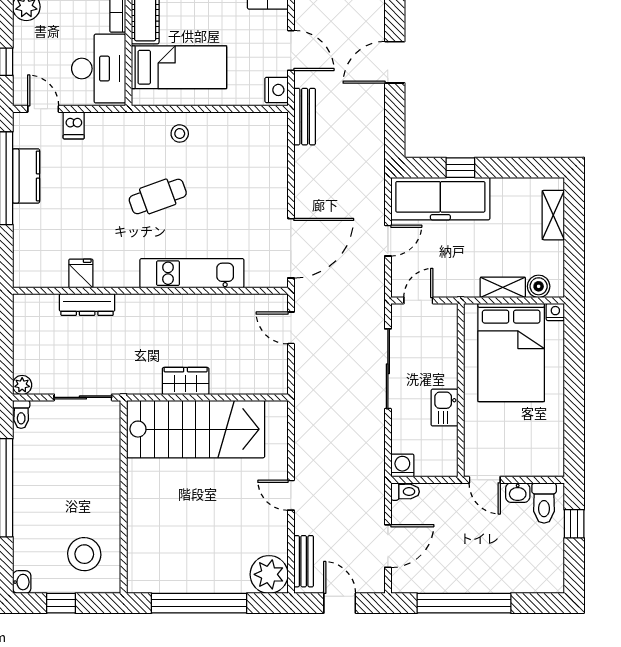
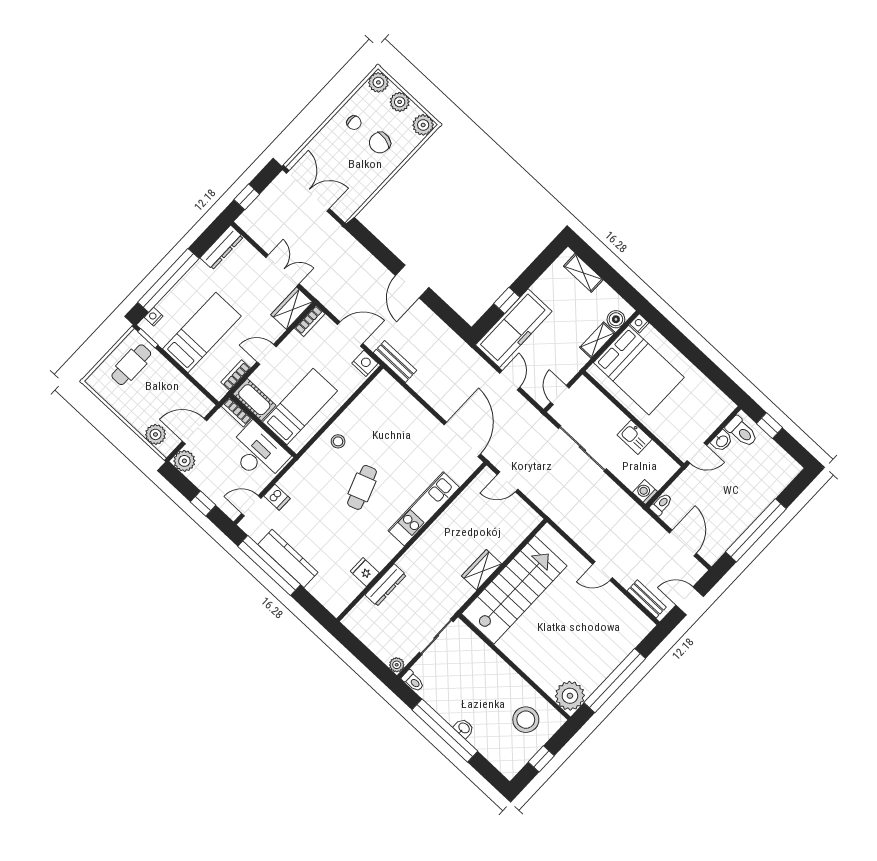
kitchen counter: (26, 176) -> (288, 558), width x1.50
plant: (269, 574) -> (570, 696), moved
washbasin: (22, 582) -> (464, 728), moved

